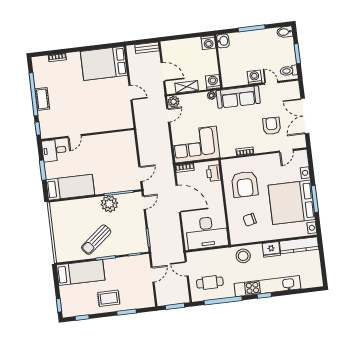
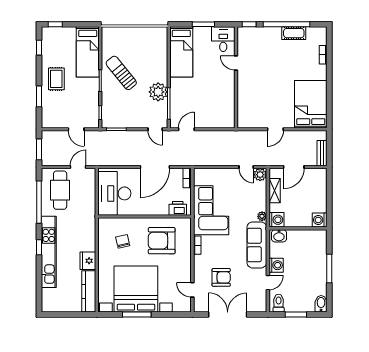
washbasin: (223, 41) -> (279, 236), moved
cot: (42, 99) -> (294, 33), moved
corner sofa: (196, 145) -> (211, 210), moved
door: (140, 174) -> (186, 129), swing flipped
stool: (243, 256) -> (84, 230), removed
cafe table: (210, 283) -> (60, 190), width x1.37, depth x1.35

